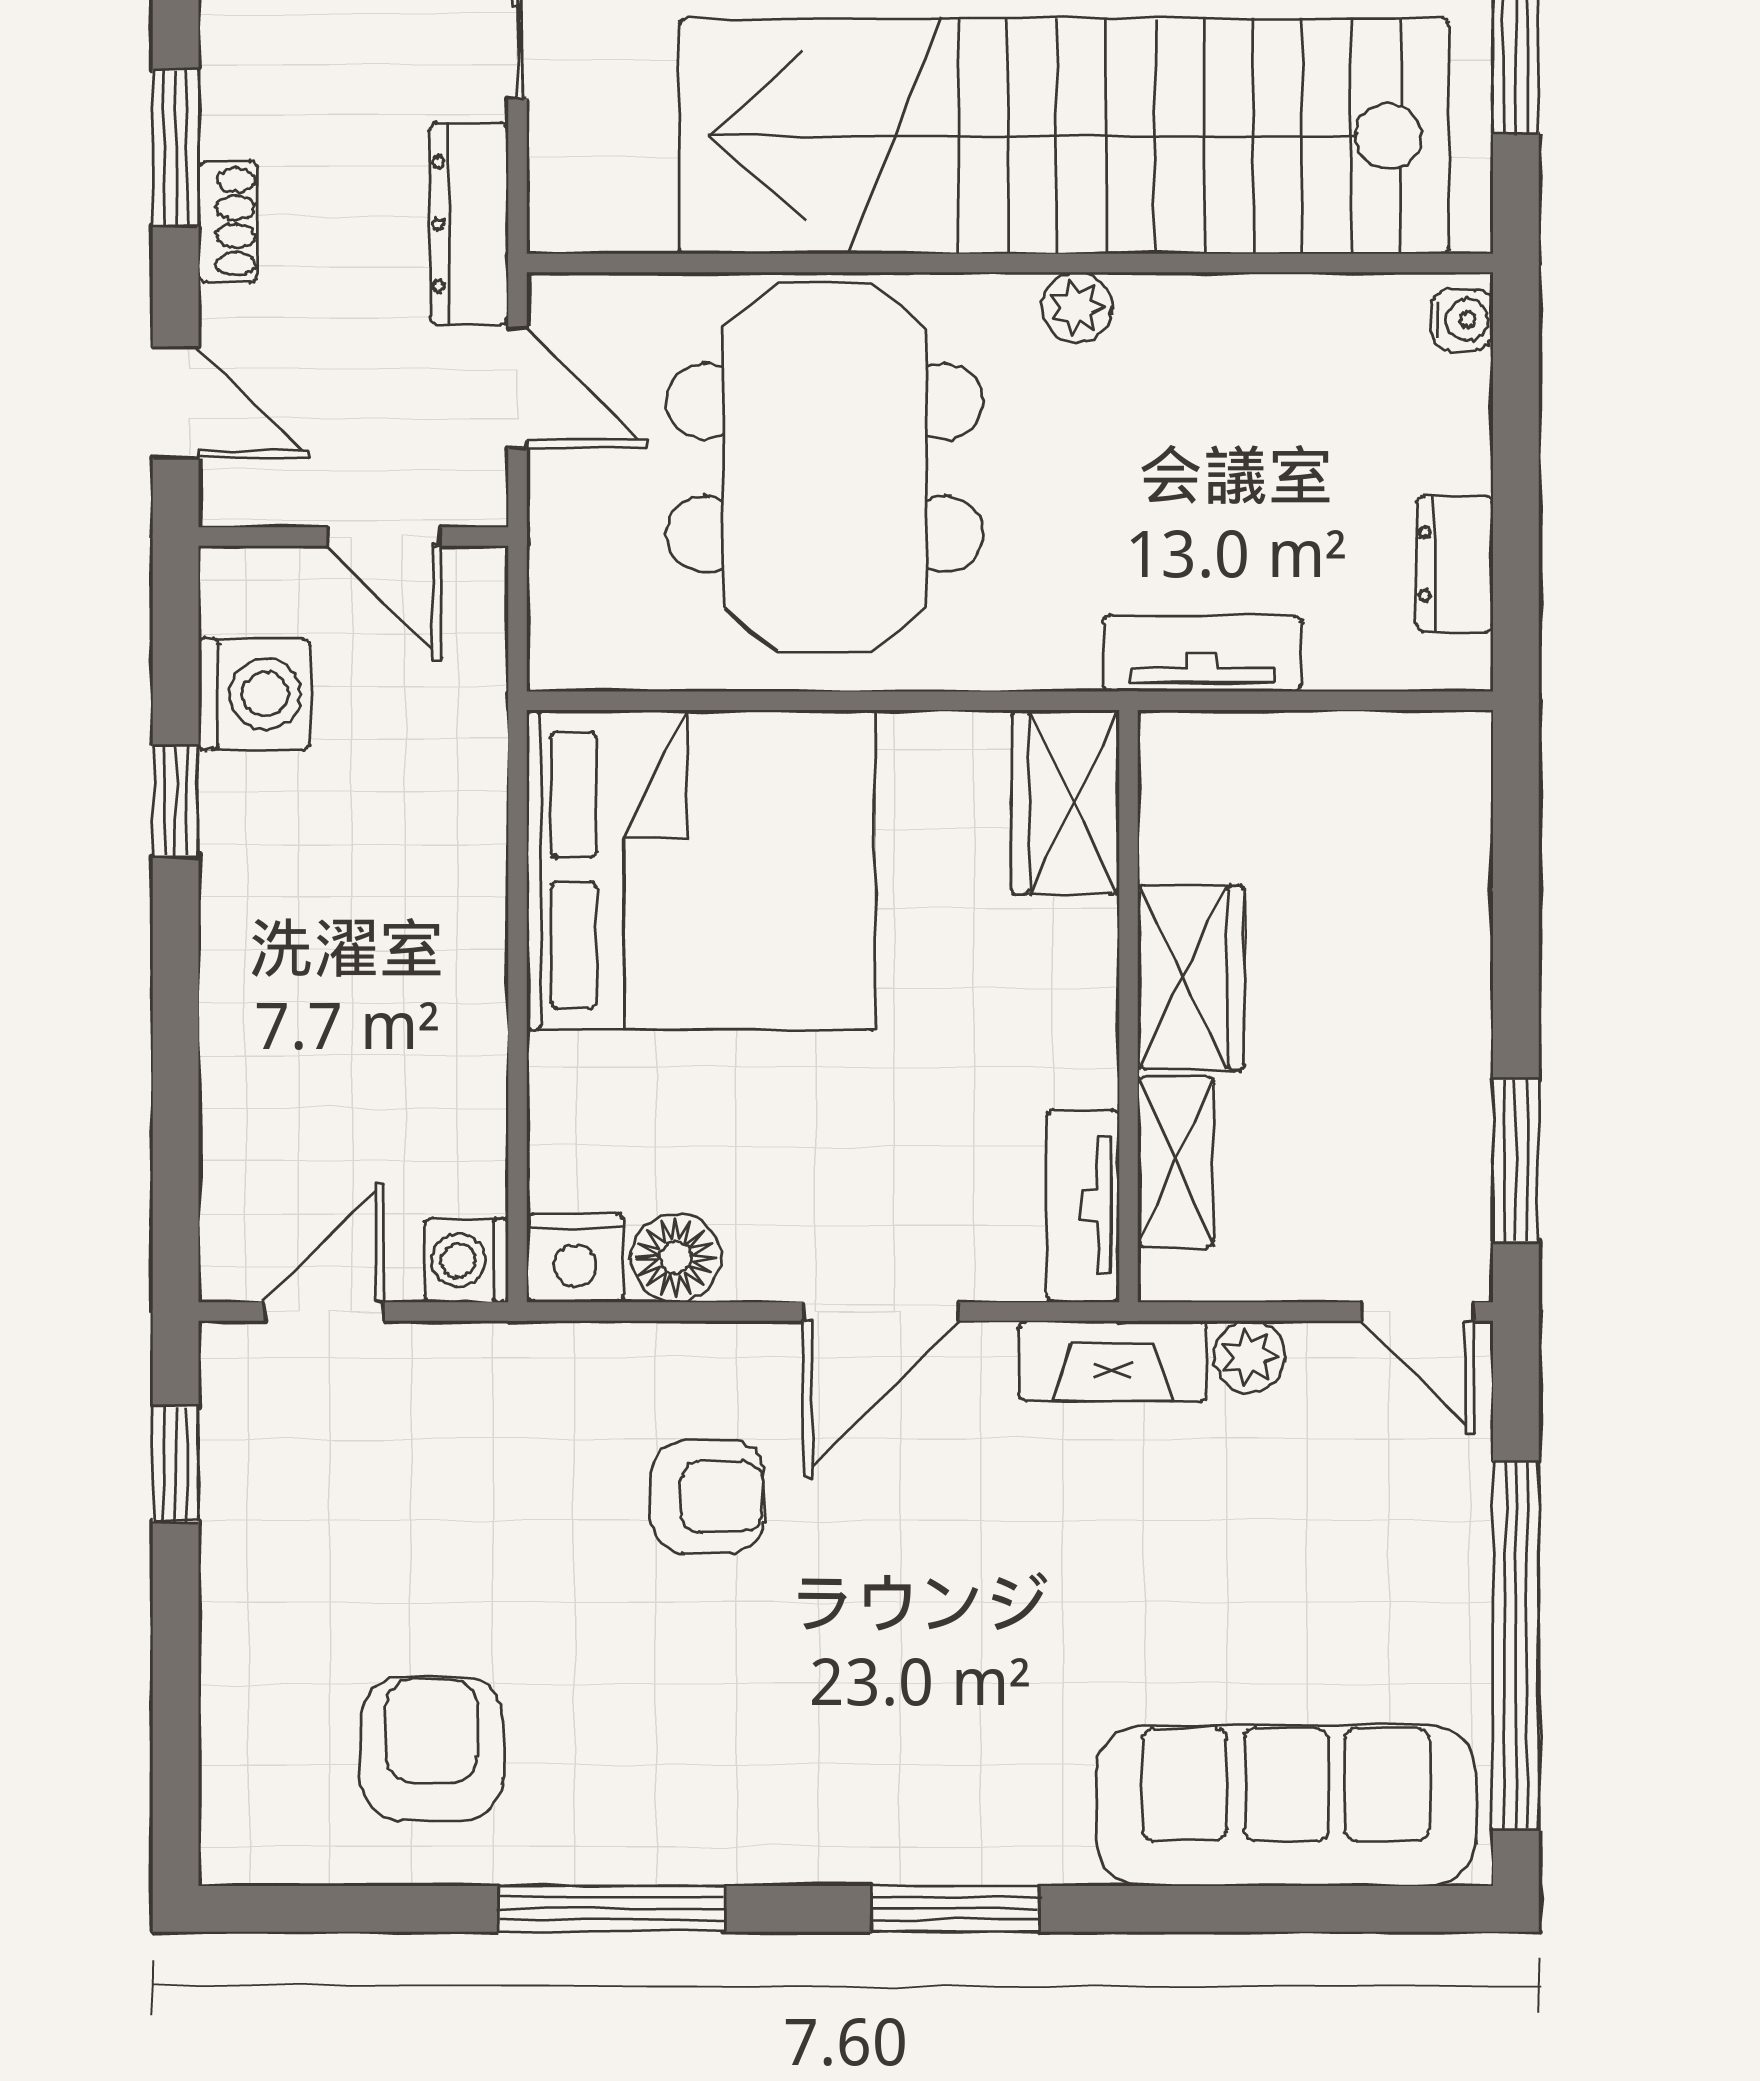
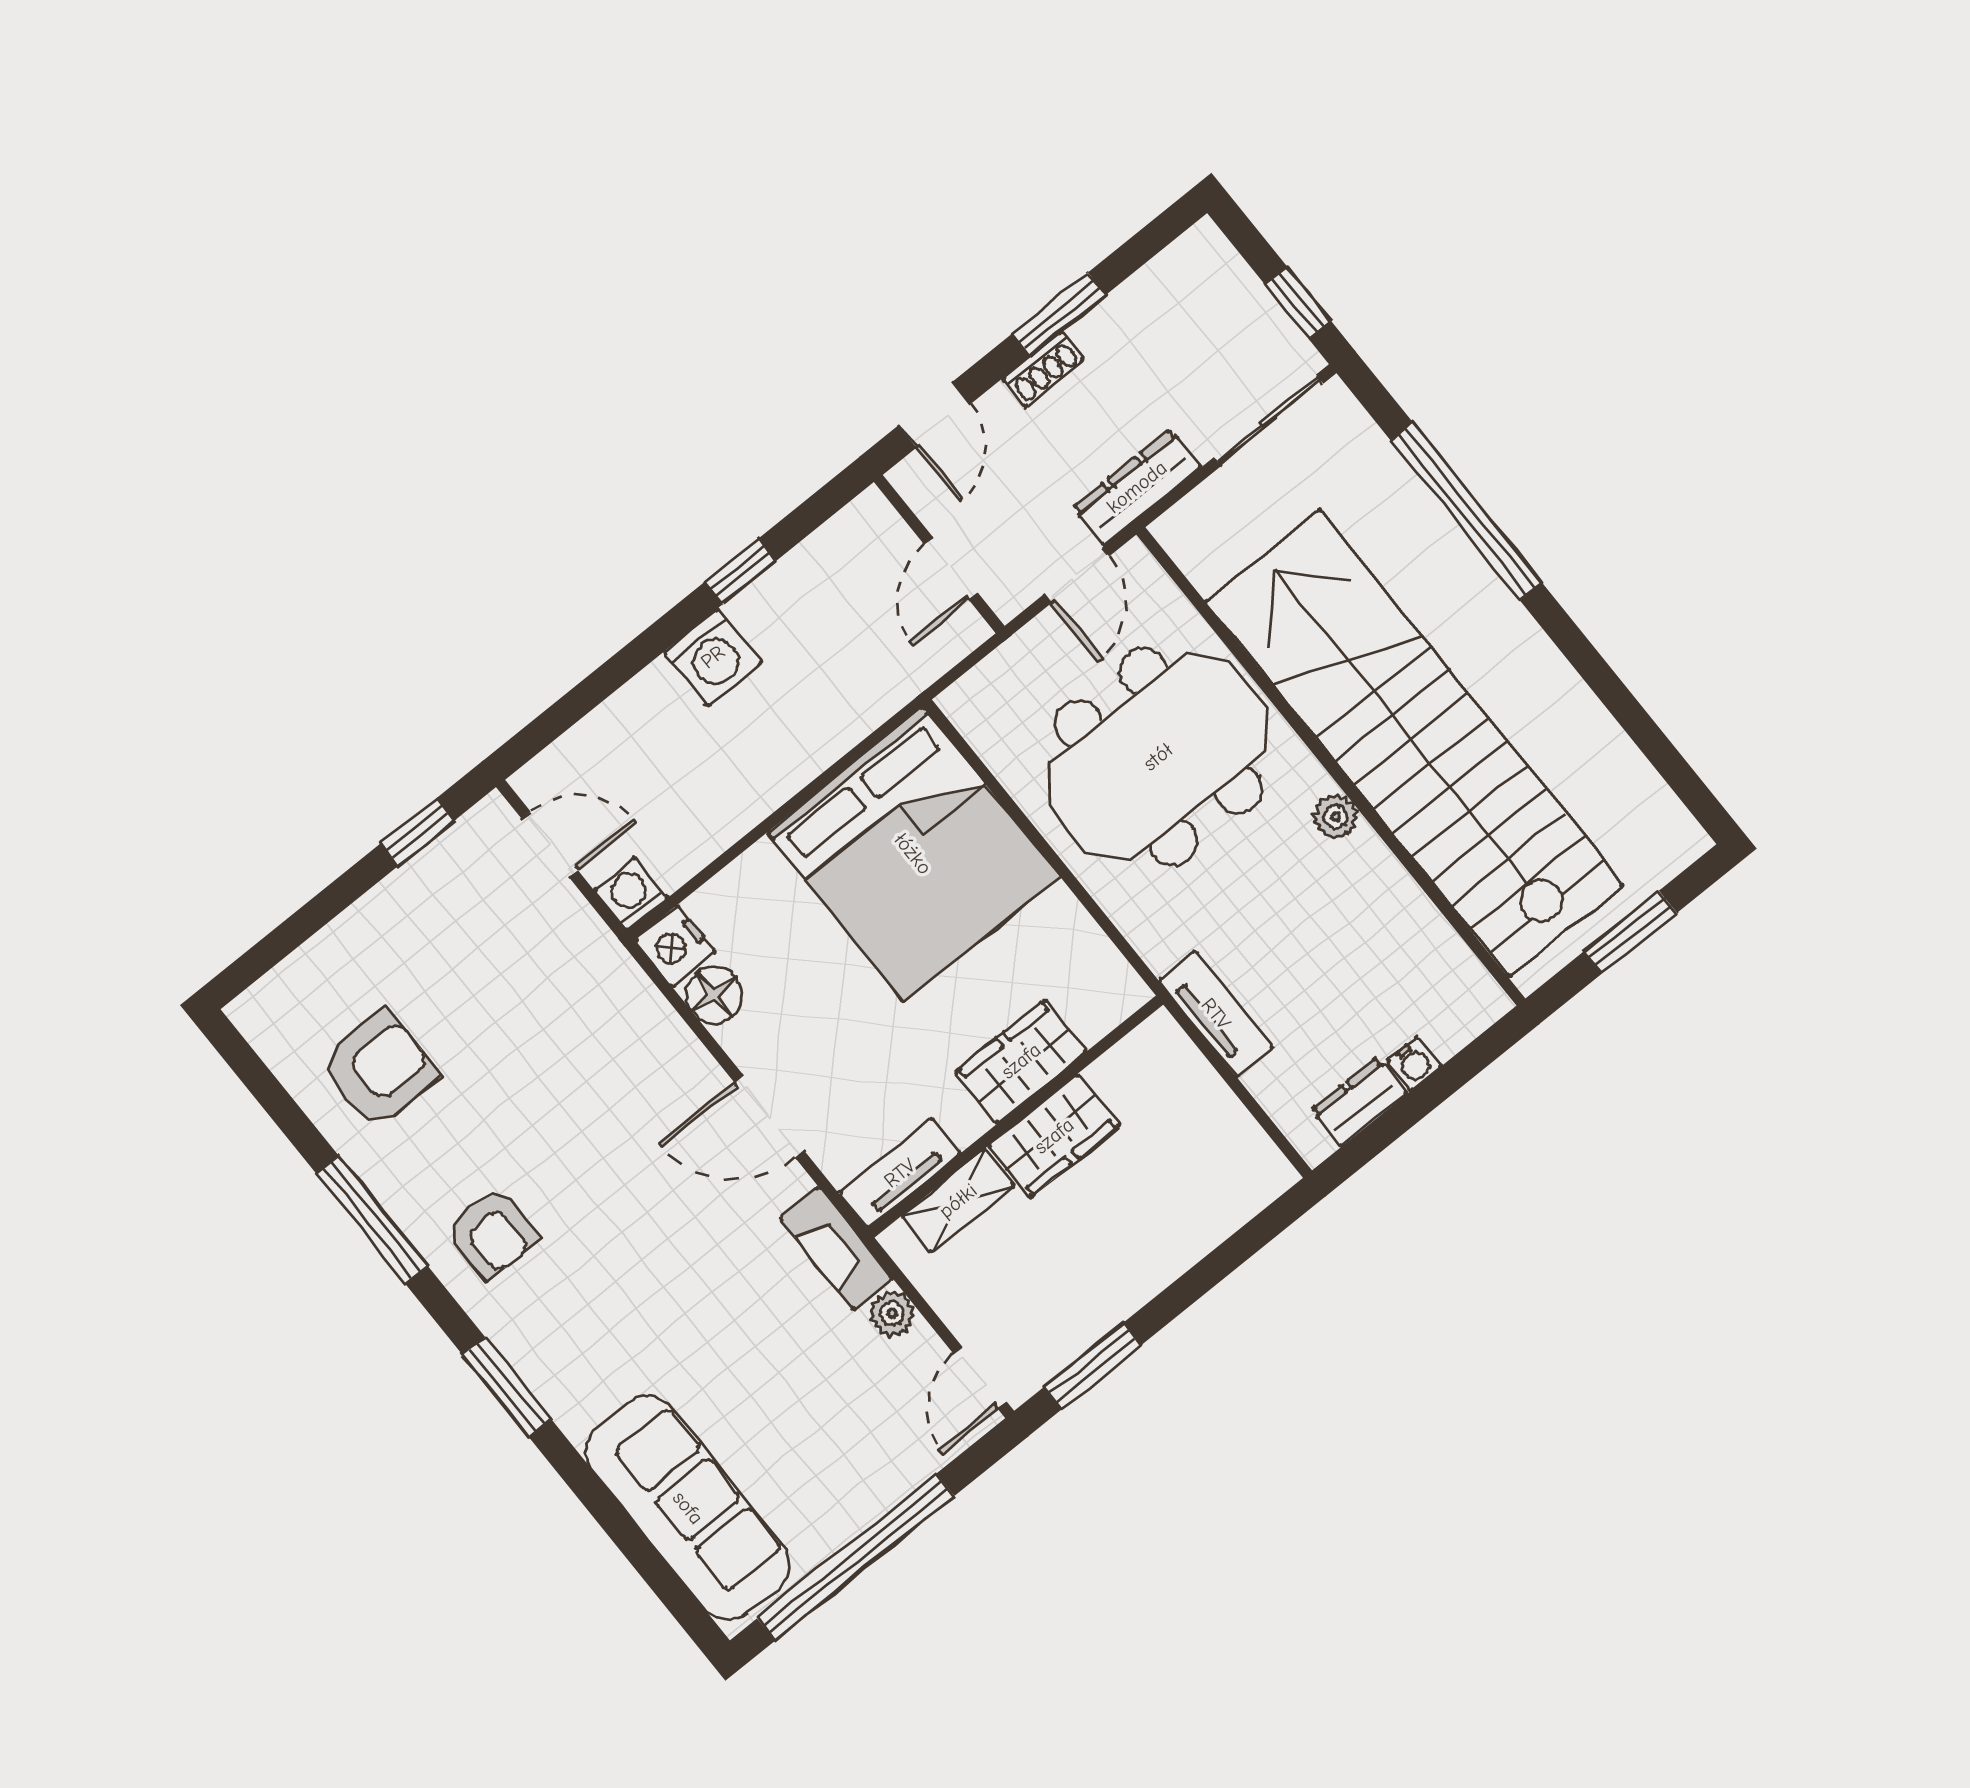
water cooler: (1462, 320) -> (1414, 1064), moved
washing machine: (254, 694) -> (713, 657), moved
wardrobe: (1066, 802) -> (1021, 1061), moved
armchair: (708, 1497) -> (492, 1233), moved

